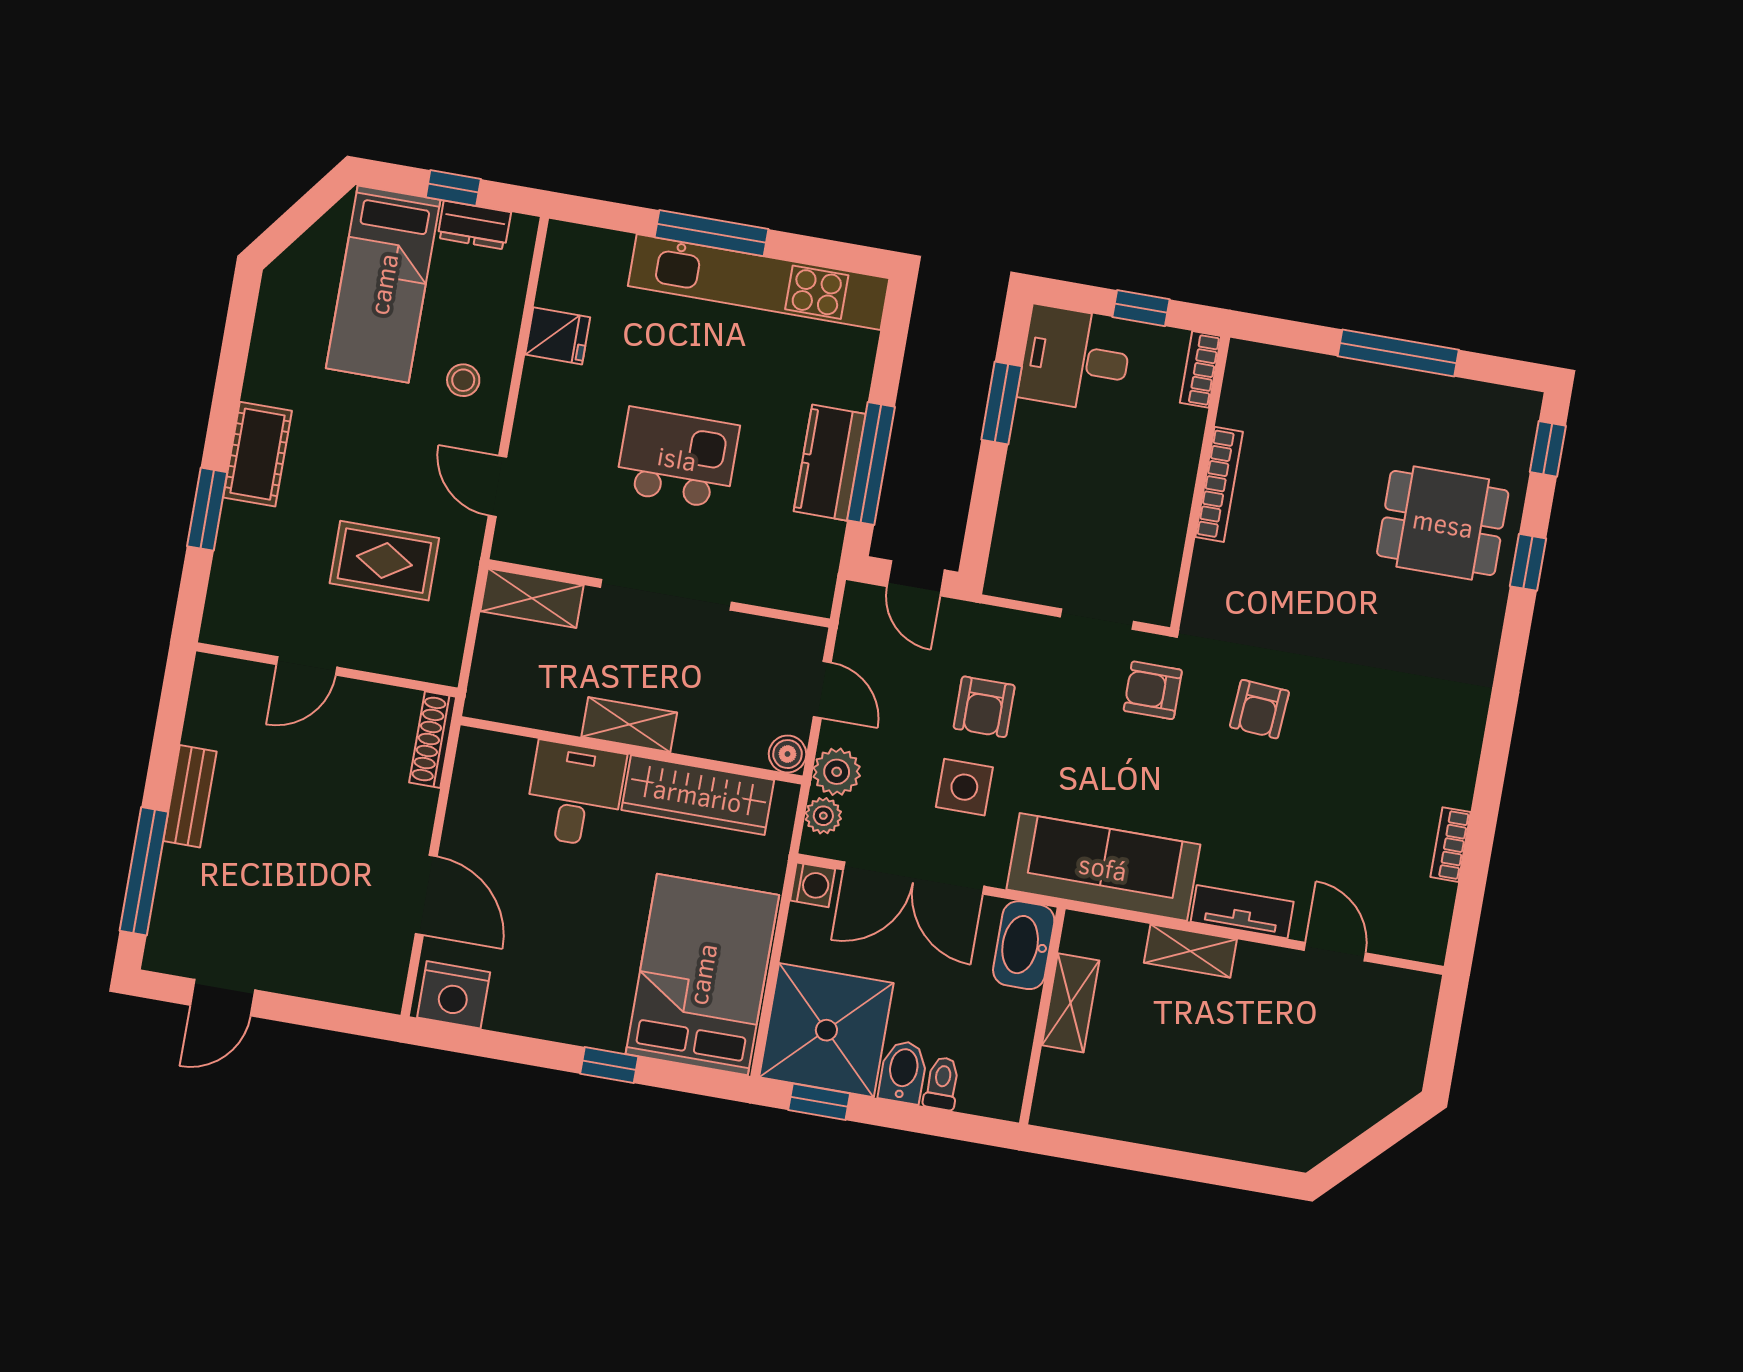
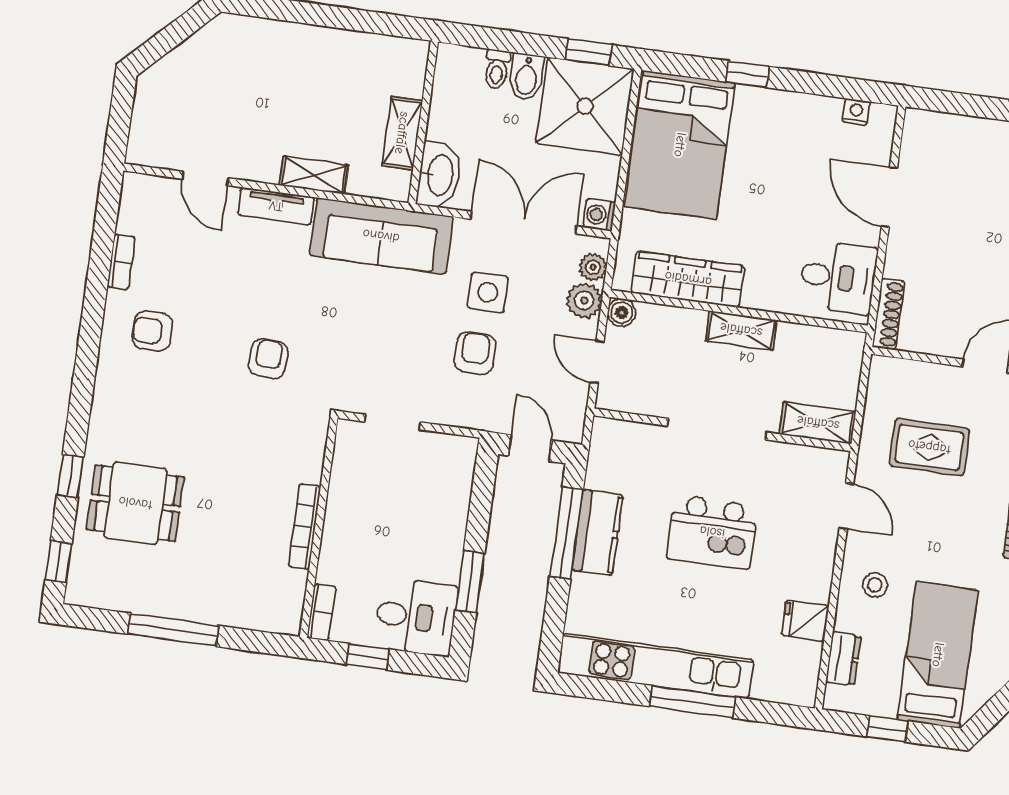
dresser: (474, 225) -> (843, 659), moved, turned 90
armchair: (1153, 690) -> (152, 331), moved, turned 180
desk: (575, 794) -> (838, 277), moved, turned -90
nightstand: (454, 995) -> (856, 112), width x0.53, depth x0.56

